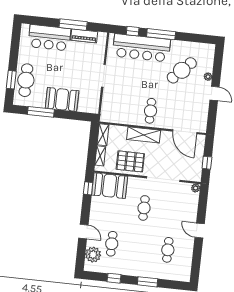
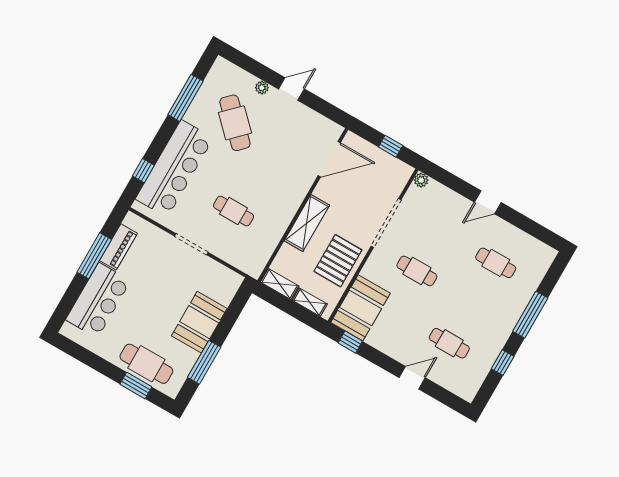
window: (161, 34) -> (185, 98), moved
cafe table: (151, 111) -> (233, 211), moved
plant: (93, 255) -> (453, 378), removed
window: (147, 282) -> (530, 315), width x1.44

